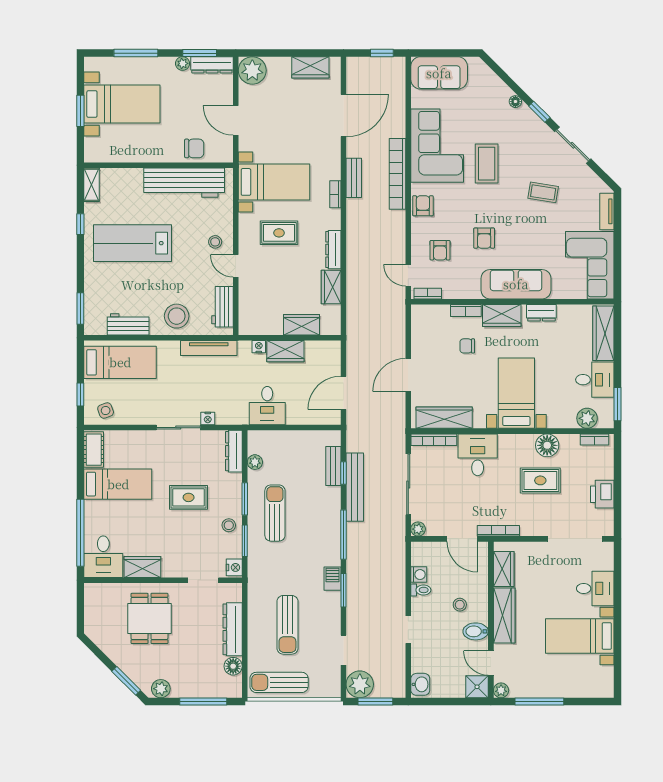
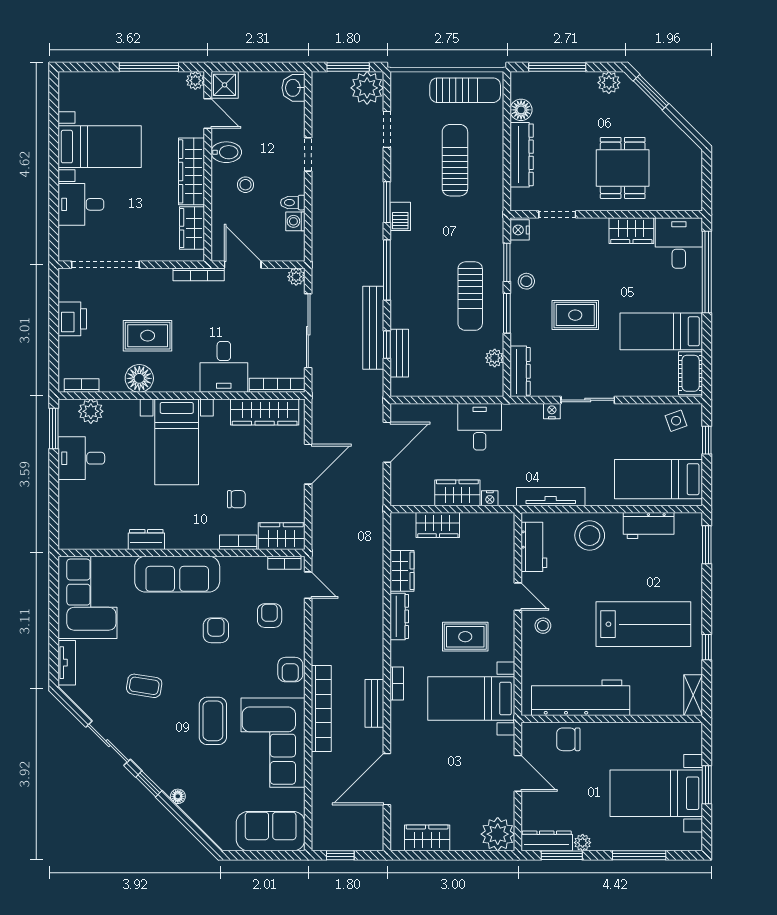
wardrobe: (502, 316) -> (282, 536), moved
wardrobe: (603, 333) -> (71, 515), removed

